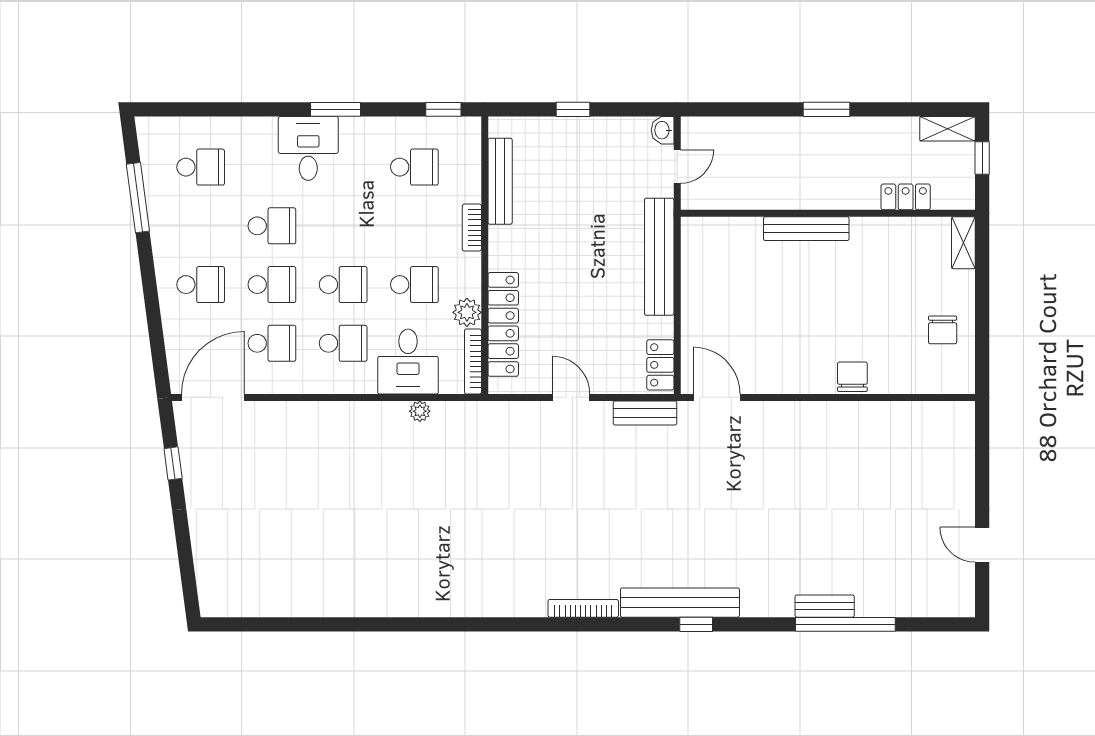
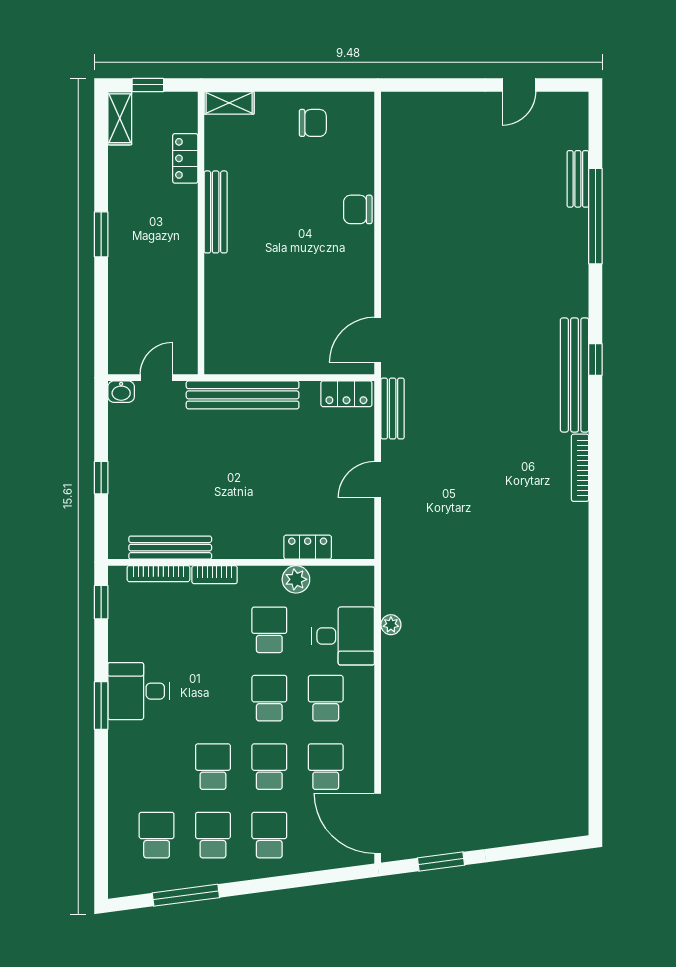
desk: (308, 148) -> (139, 691), moved
school desk: (414, 167) -> (213, 835), moved
door: (677, 167) -> (156, 378), hinge flipped
bench: (806, 229) -> (216, 212), moved
locker: (503, 324) -> (308, 547), width x0.46, depth x0.83
bookcase: (473, 362) -> (158, 574), moved
window: (173, 463) -> (441, 862), width x1.50
bench: (825, 606) -> (578, 179), moved

